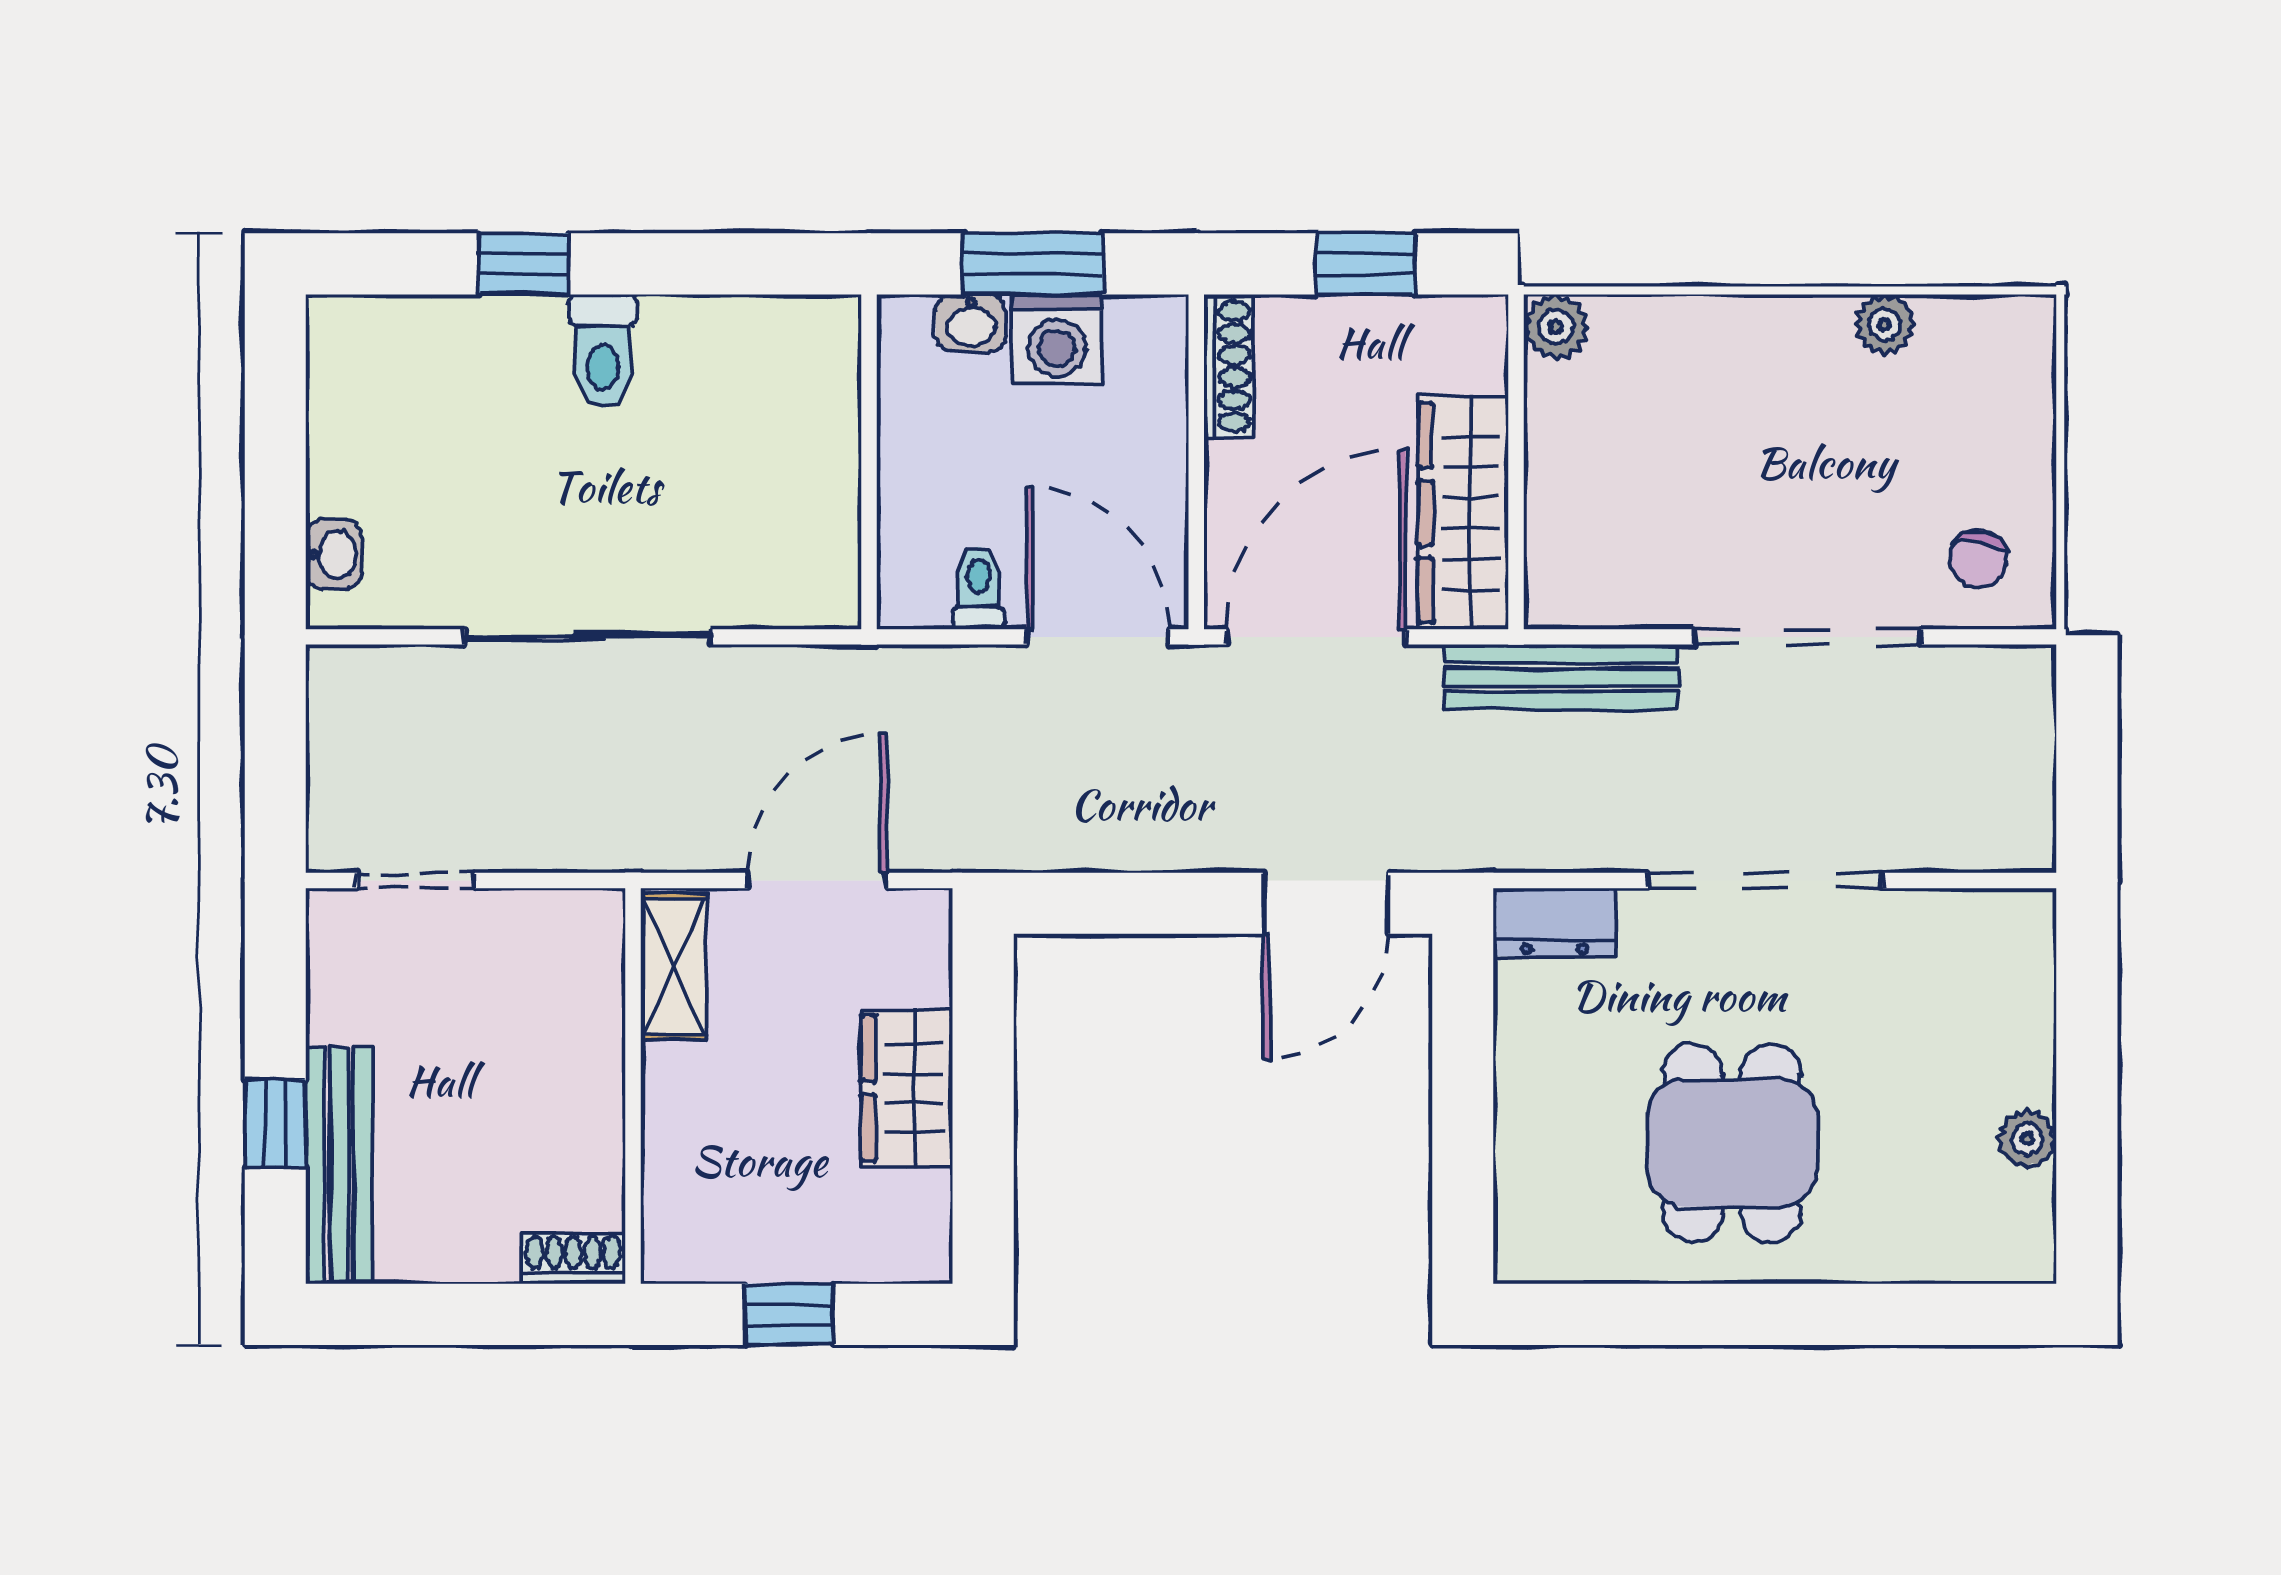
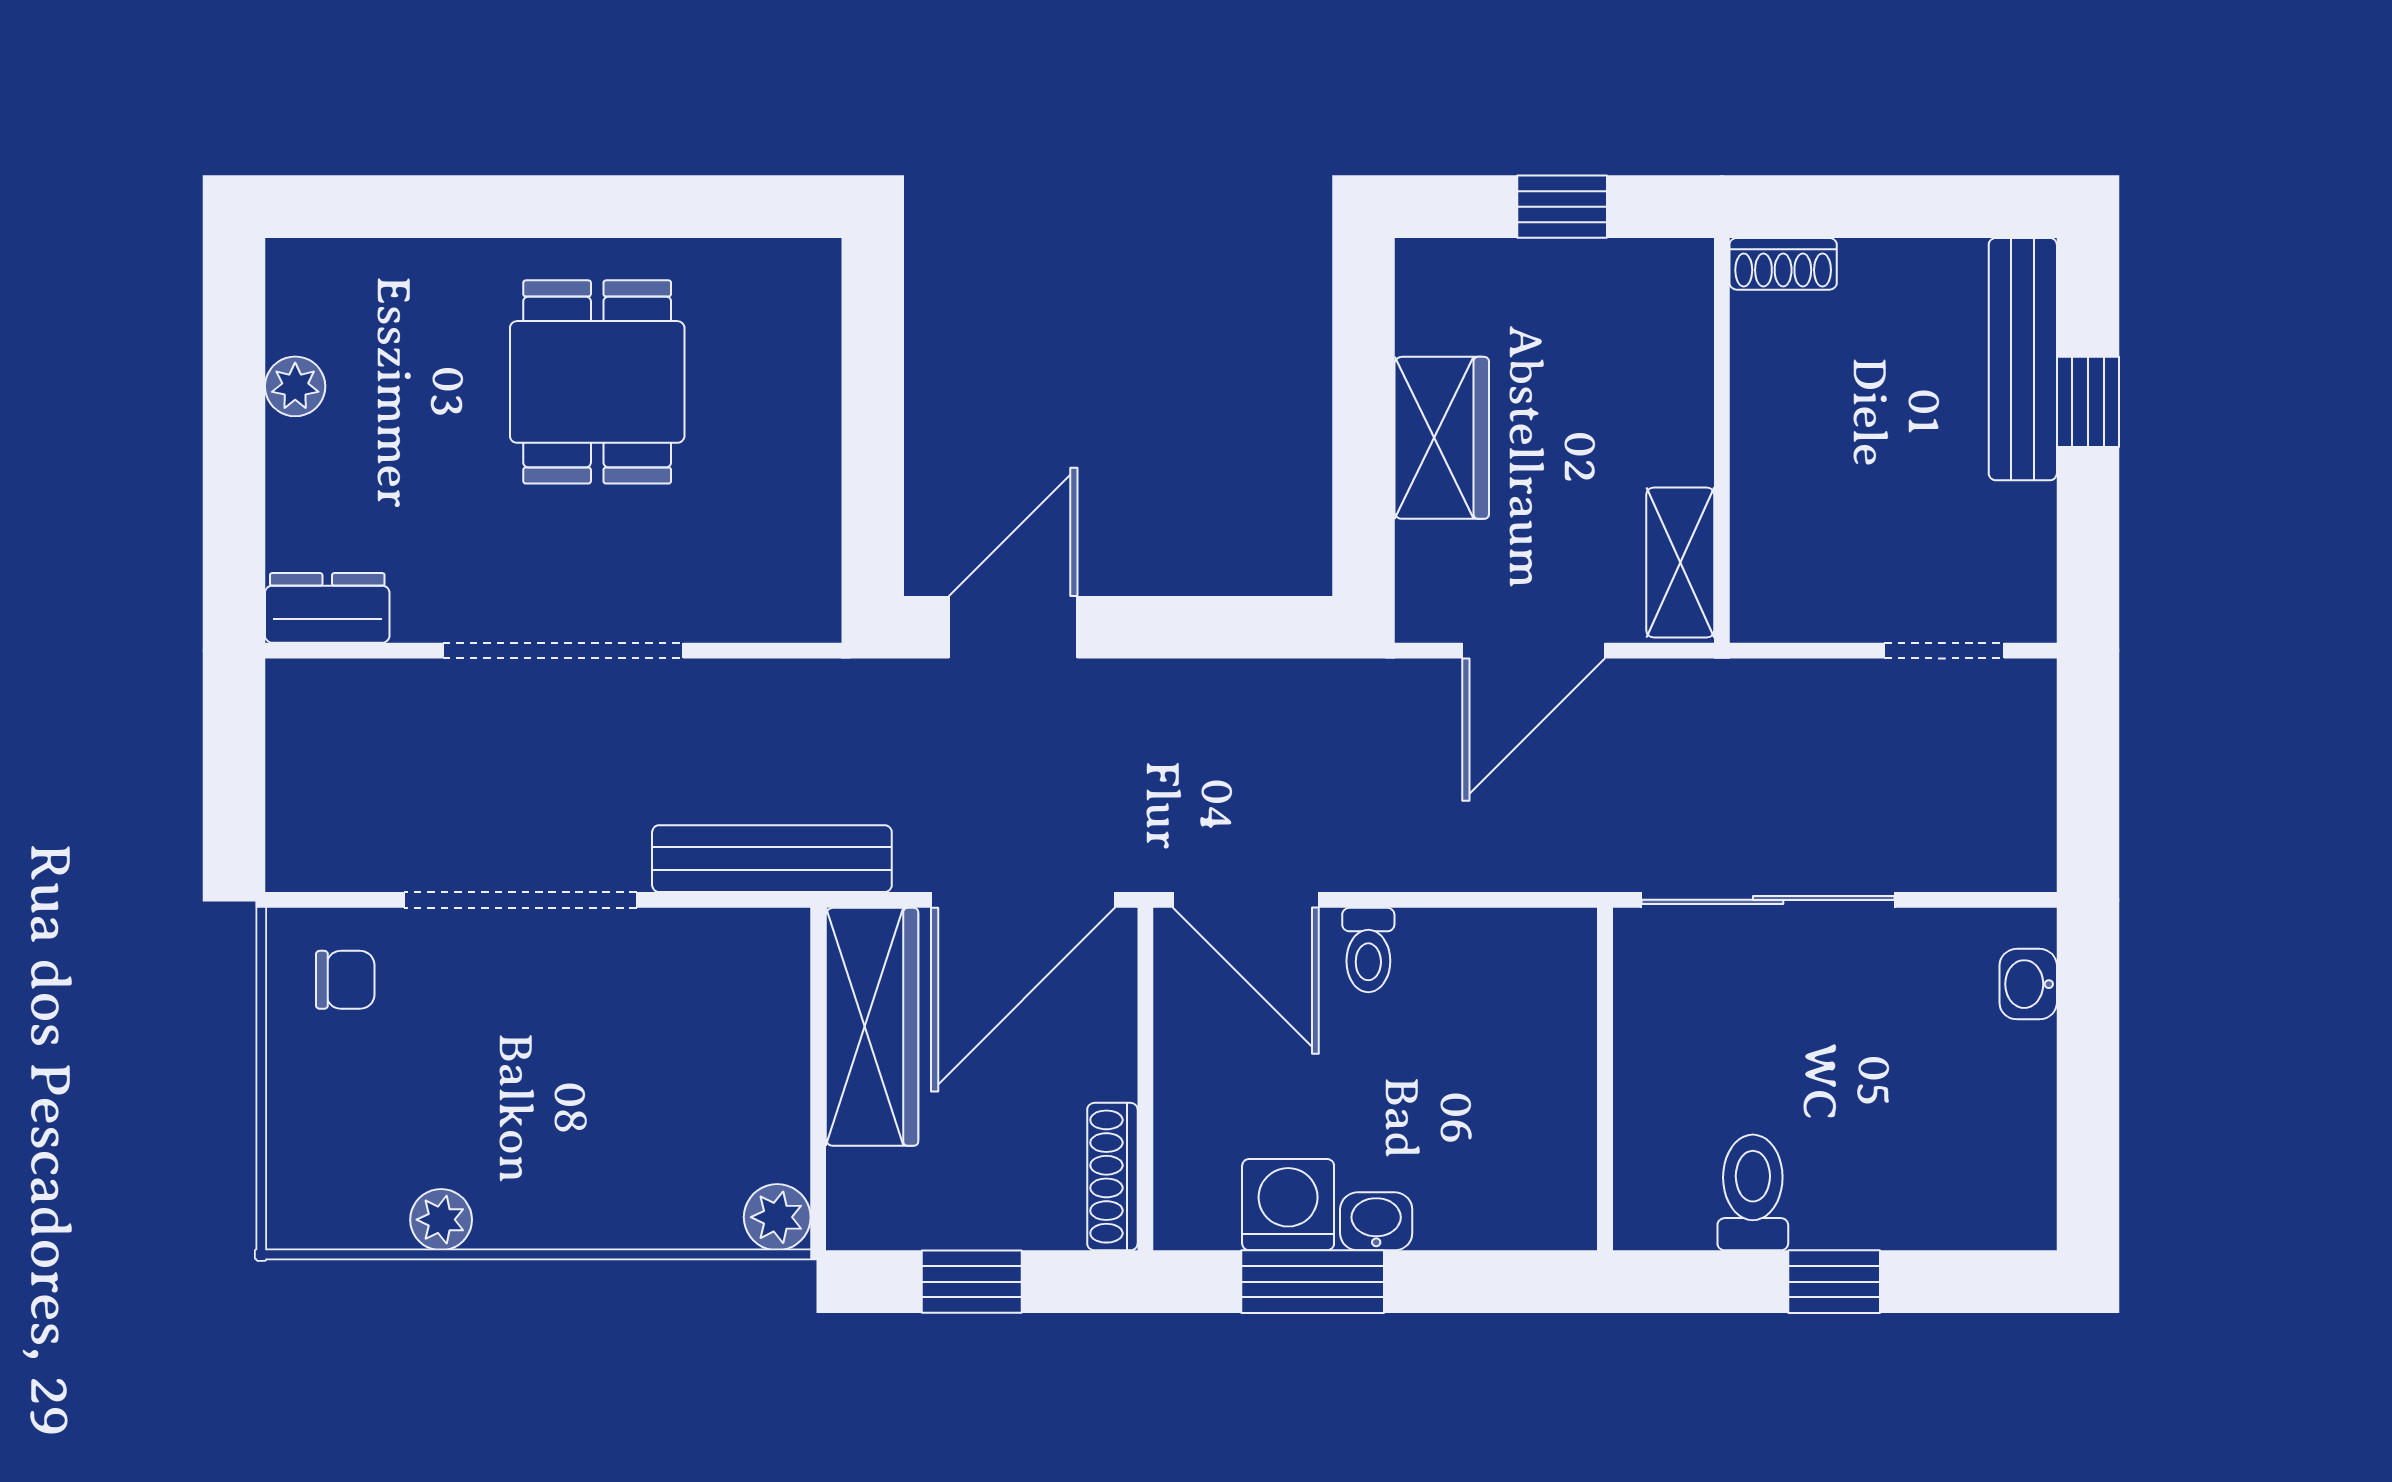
wall: (869, 462) -> (1605, 1079), moved
chair: (1978, 559) -> (345, 980), turned 81
dresser: (1555, 922) -> (327, 608), moved

